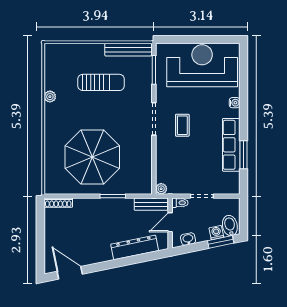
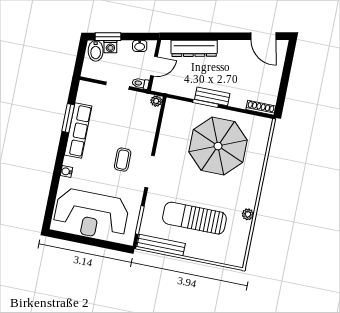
sun lounger: (101, 82) -> (194, 218), width x1.36, depth x1.34
bench: (151, 204) -> (212, 96), moved

